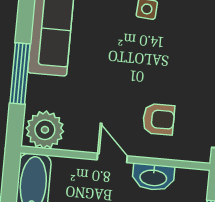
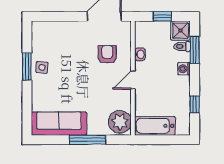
washbasin: (153, 177) -> (140, 54), width x0.52, depth x0.69

